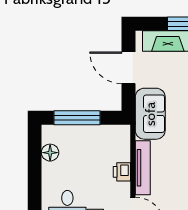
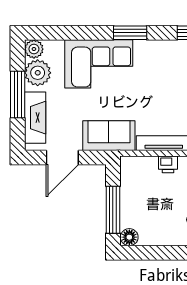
floor lamp: (50, 153) -> (129, 237), moved

